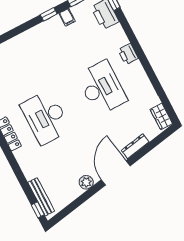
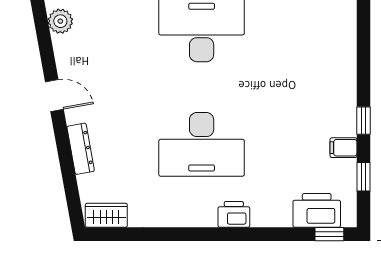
door: (116, 173) -> (54, 96), width x0.53
plant: (86, 182) -> (60, 21), moved

